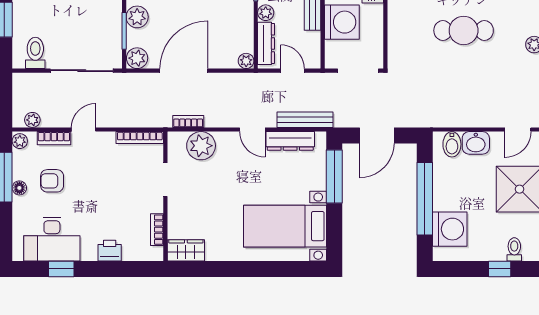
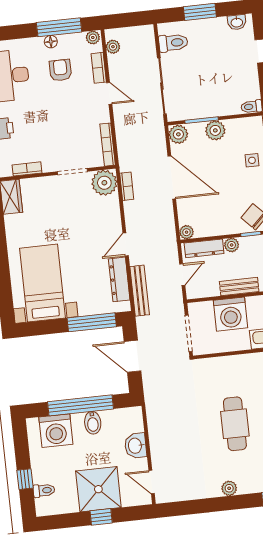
bidet: (452, 144) -> (93, 423), moved, turned -90
plant: (201, 146) -> (104, 183), moved

